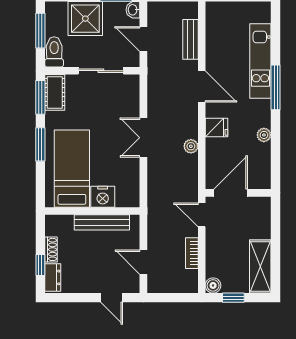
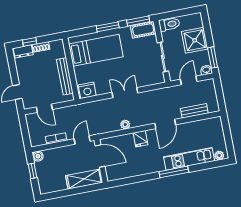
window: (40, 31) -> (181, 13), removed
plant: (264, 135) -> (219, 155), moved
nightstand: (103, 197) -> (87, 90), moved, turned -90
door: (143, 262) -> (44, 108), swing flipped
shelving: (260, 266) -> (84, 179), moved

